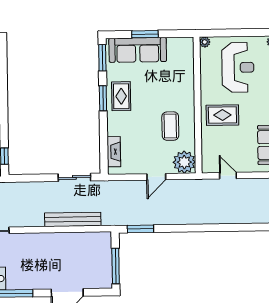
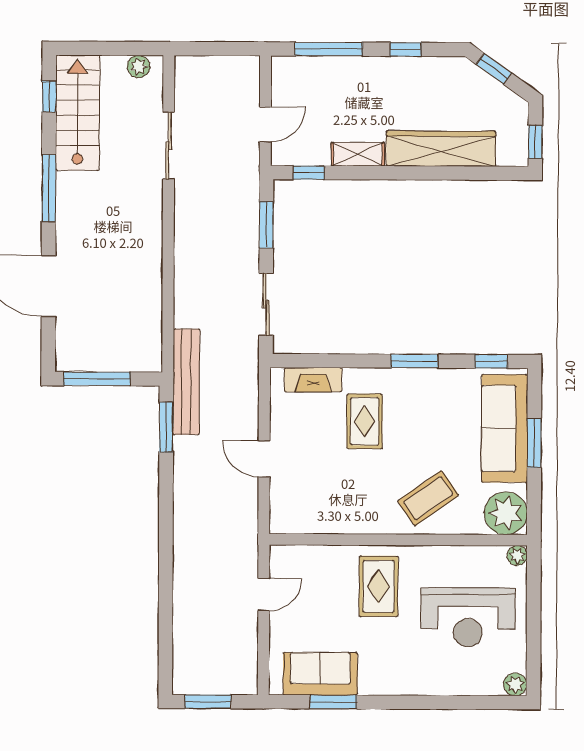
window: (102, 58) -> (491, 361), width x0.67
rug: (121, 96) -> (365, 421), moved, turned 90
coffee table: (170, 126) -> (428, 498), moved, turned -35
plant: (184, 162) -> (506, 513), moved
window: (32, 178) -> (266, 225), added
bench: (73, 219) -> (186, 382), moved

